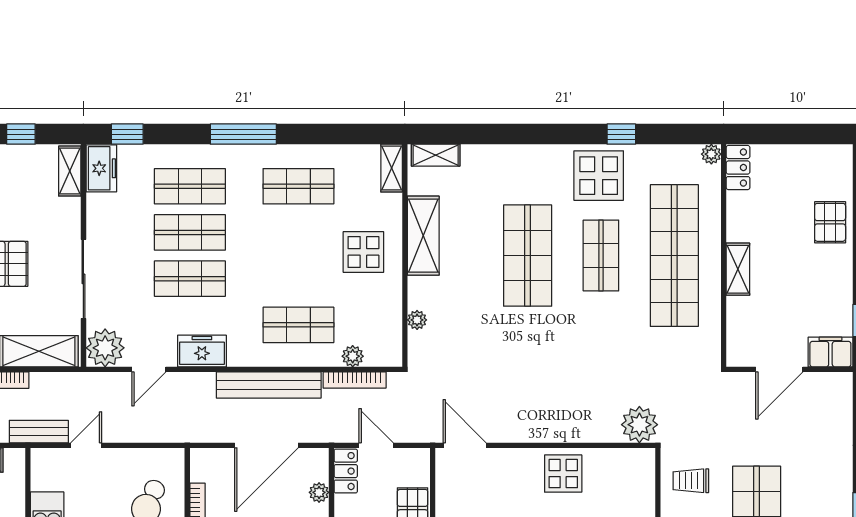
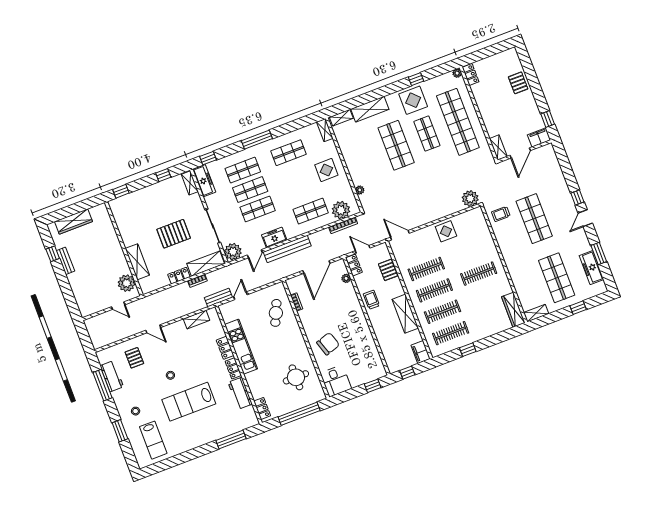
freezer: (101, 168) -> (204, 181), width x1.40
shelving: (423, 236) -> (370, 109), moved, turned 90
shelving: (738, 269) -> (498, 148), moved
plant: (353, 356) -> (341, 210), width x1.88, depth x1.88
bench: (269, 385) -> (287, 249), moved

